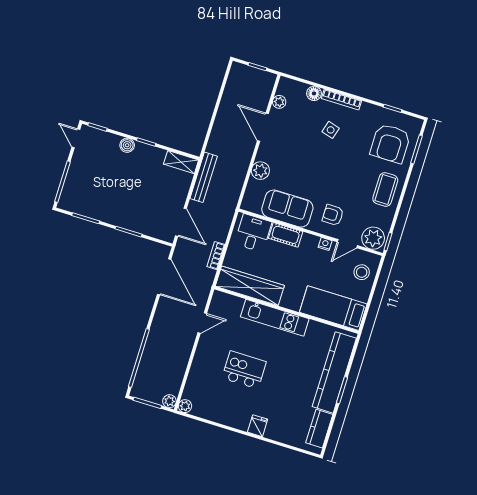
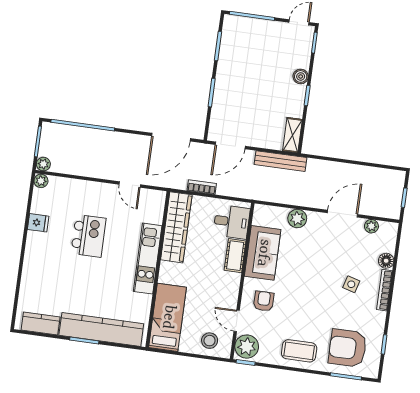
nightstand: (325, 244) -> (233, 298), removed
fridge: (258, 426) -> (38, 223), moved

